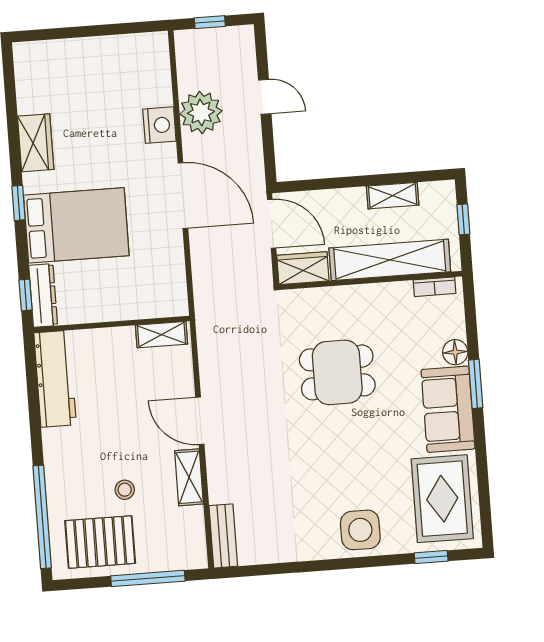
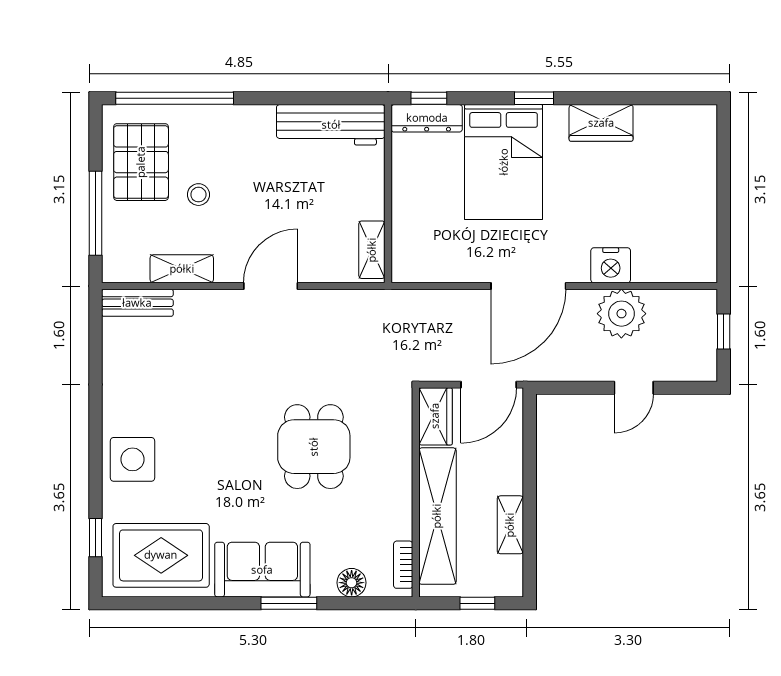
floor lamp: (455, 352) -> (352, 583), moved
shelving: (189, 477) -> (182, 269), moved

